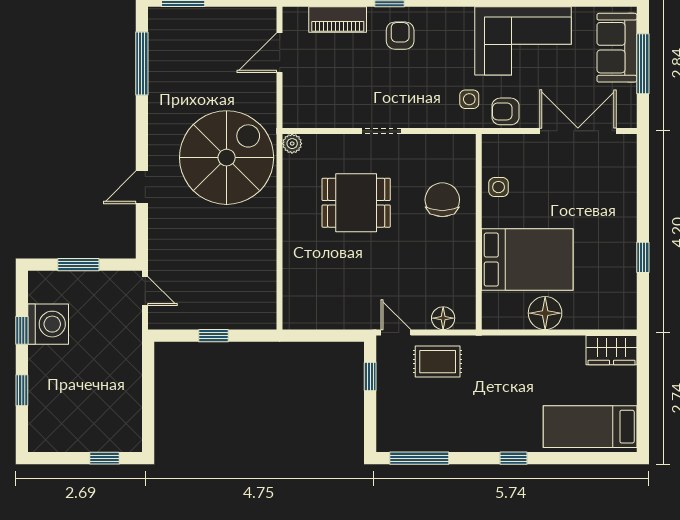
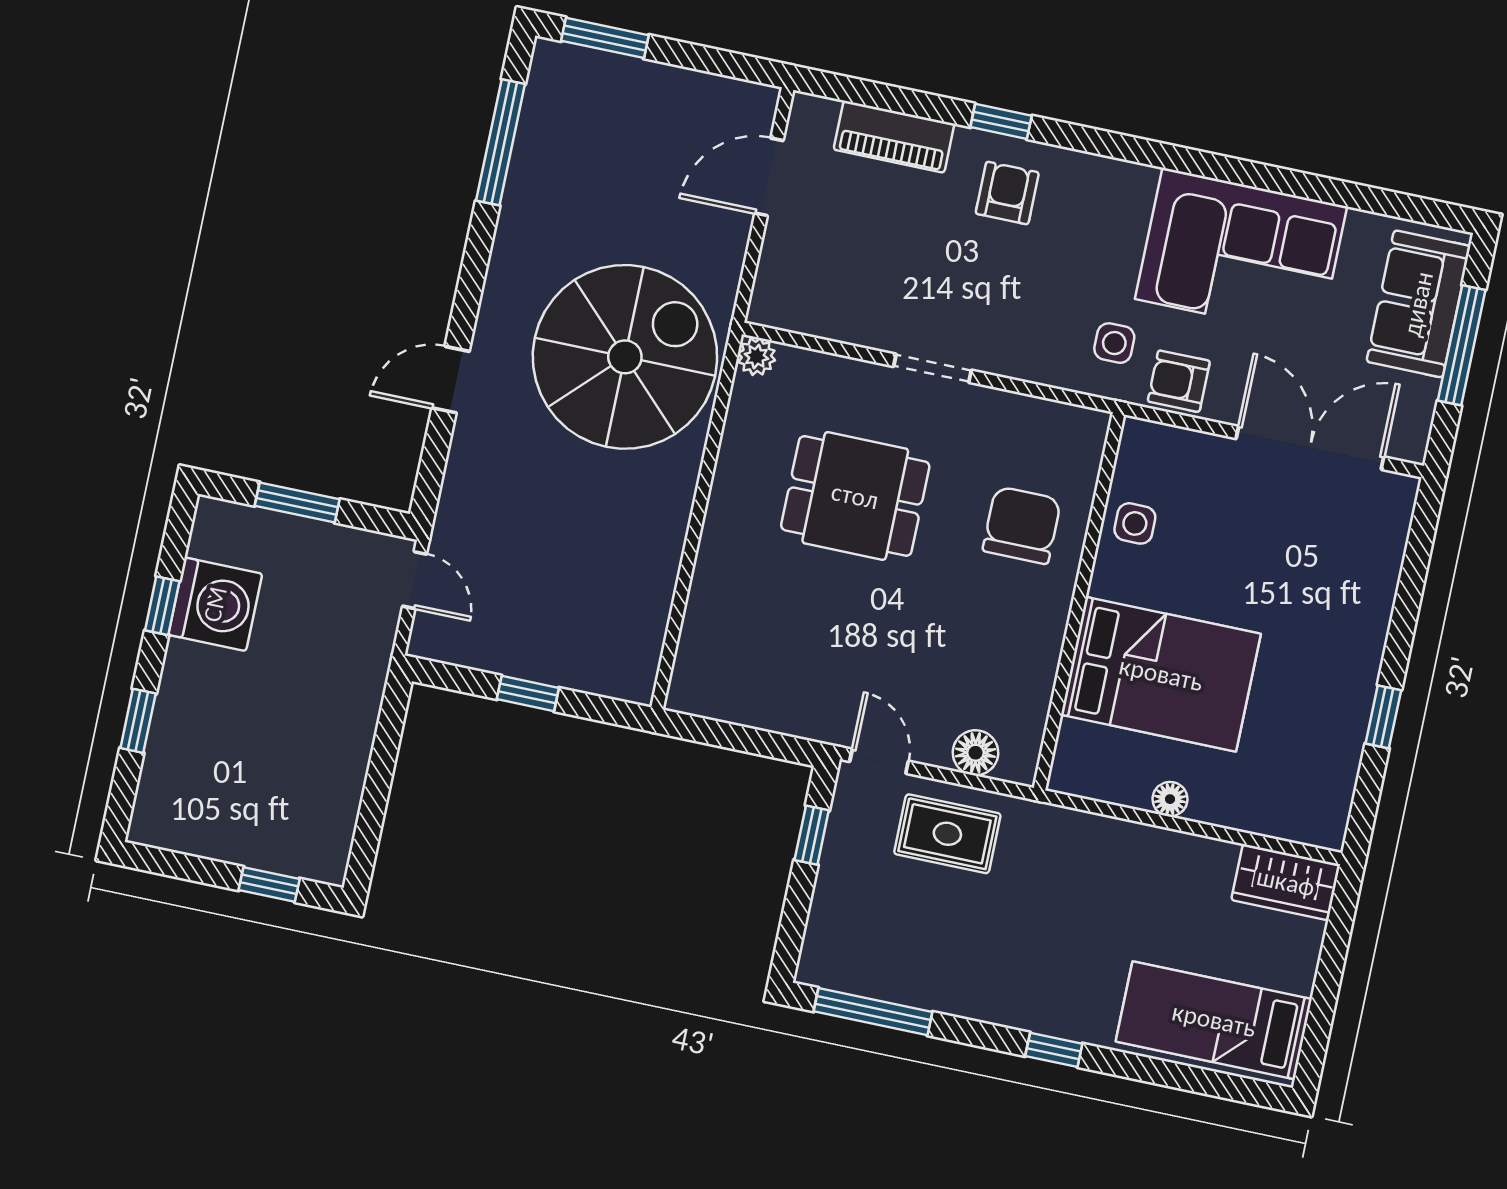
floor lamp: (545, 313) -> (1170, 799), width x0.53, depth x0.53

